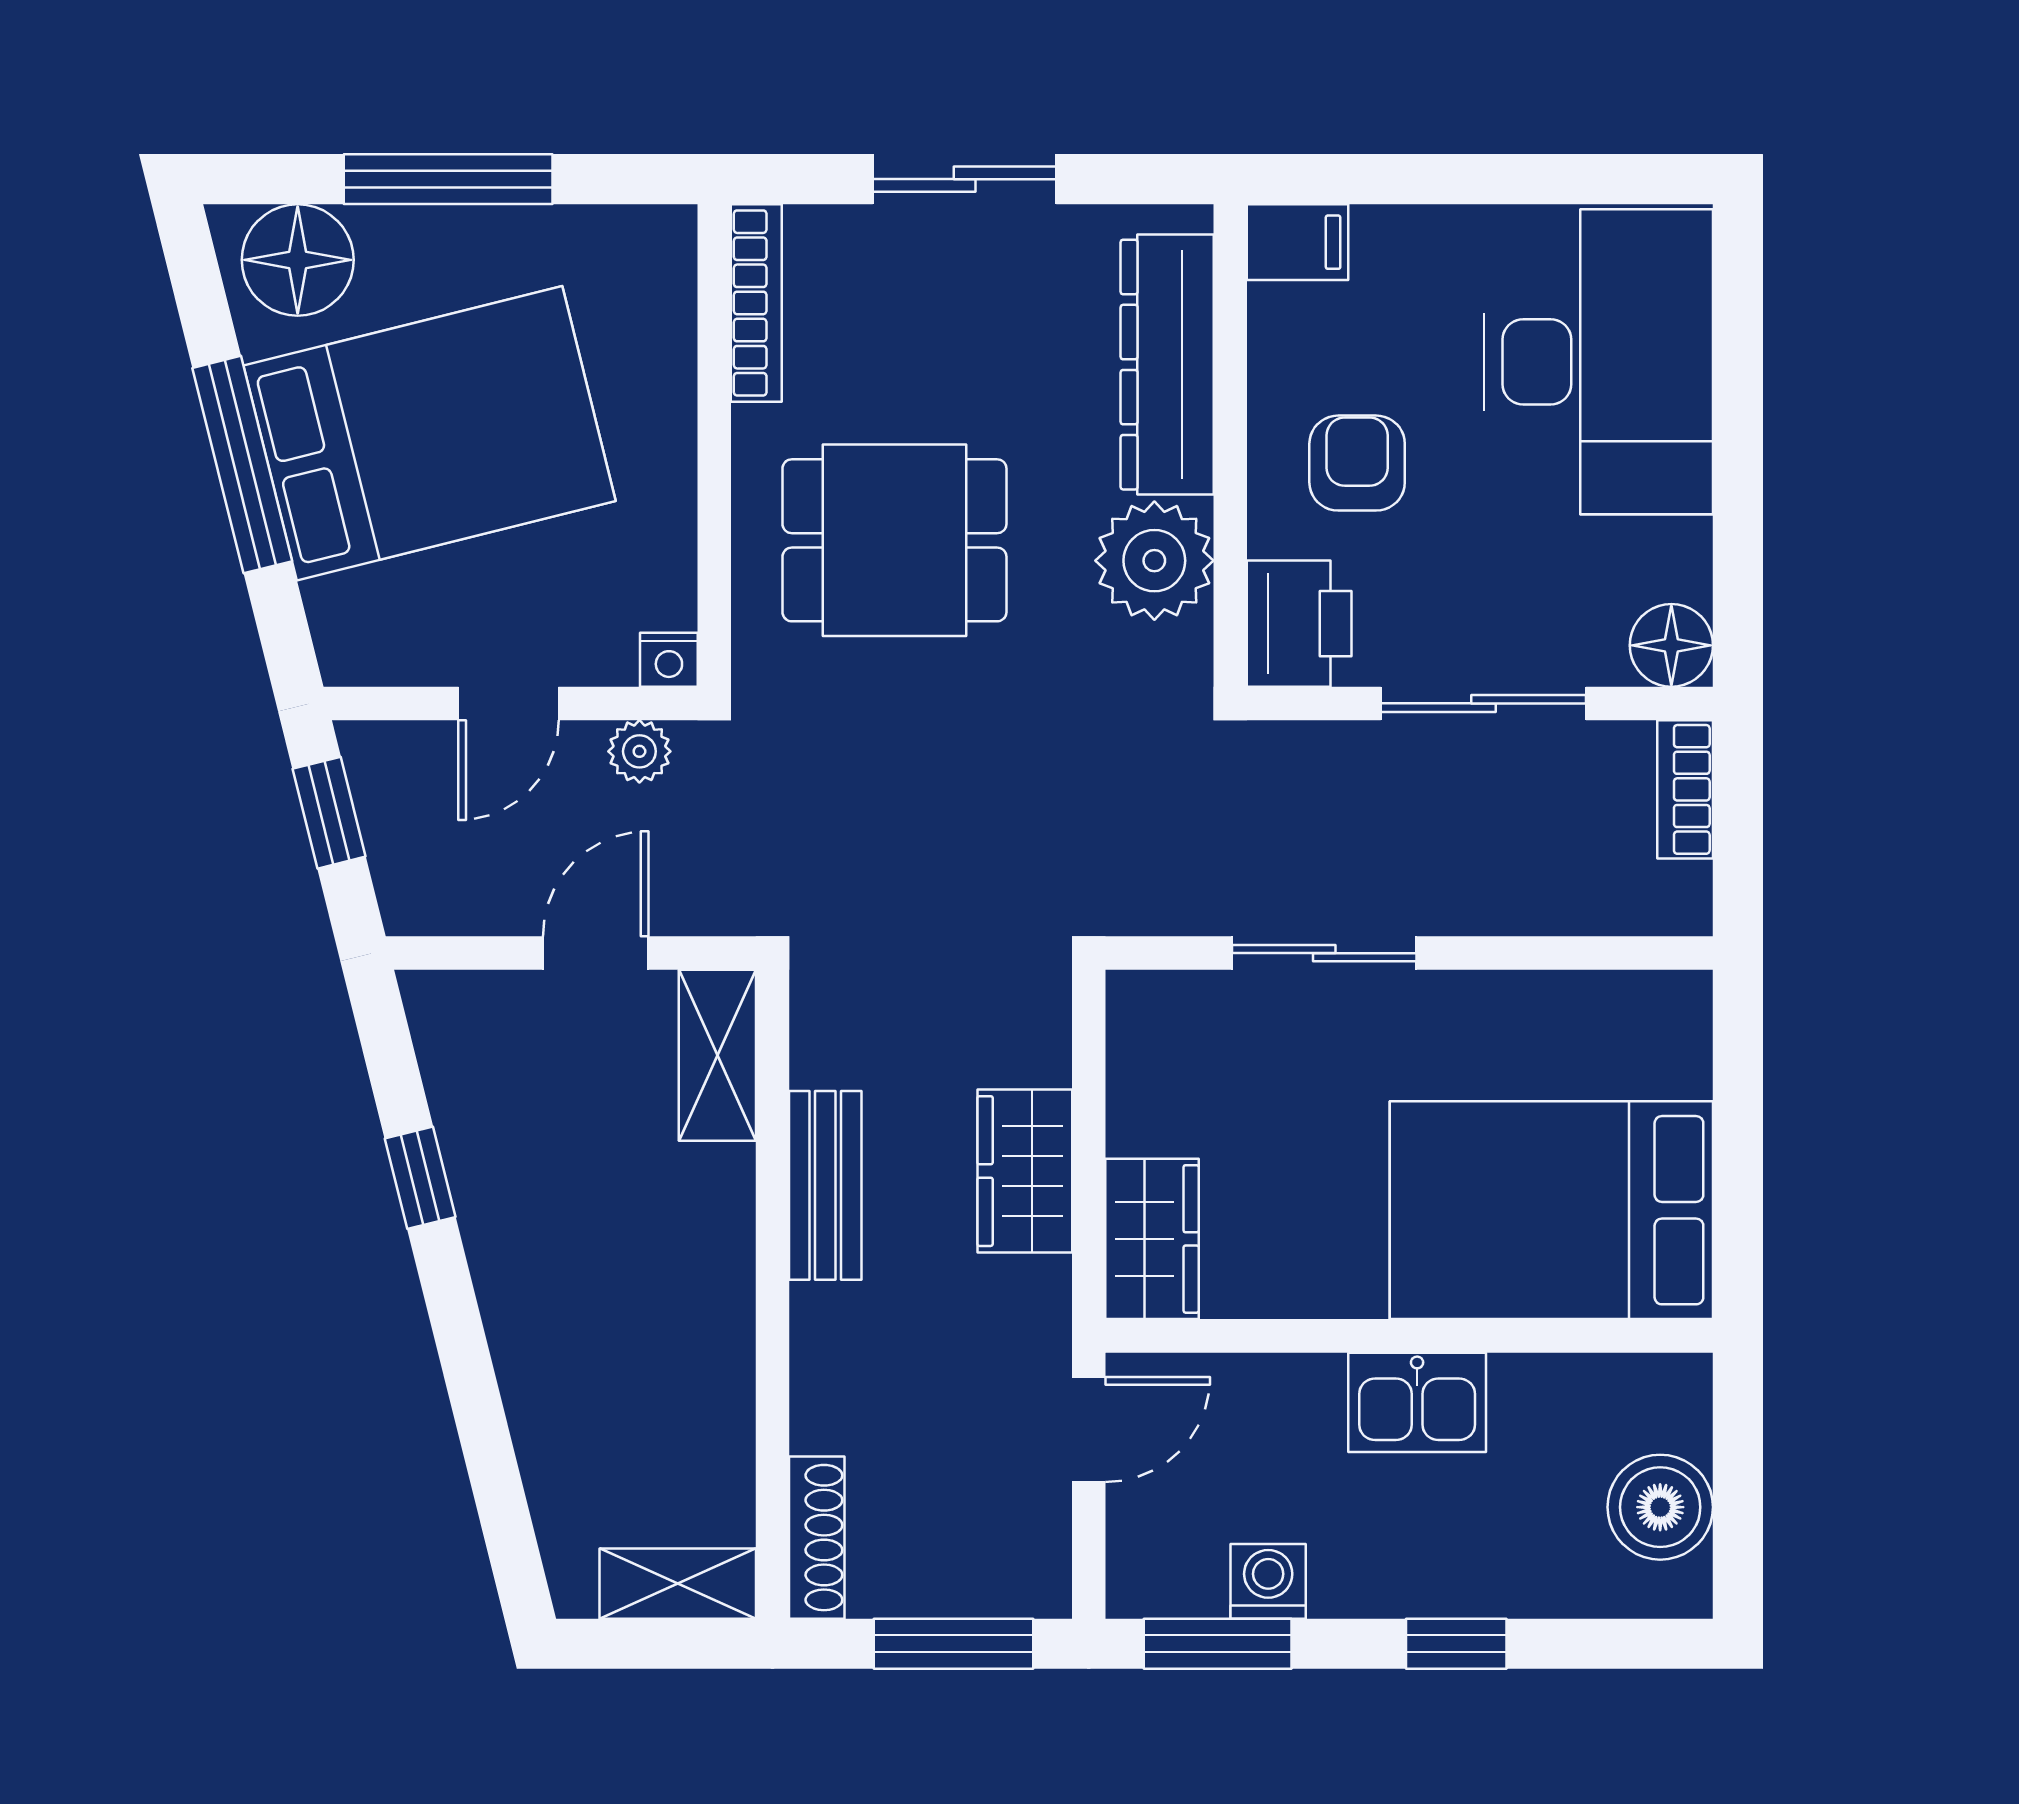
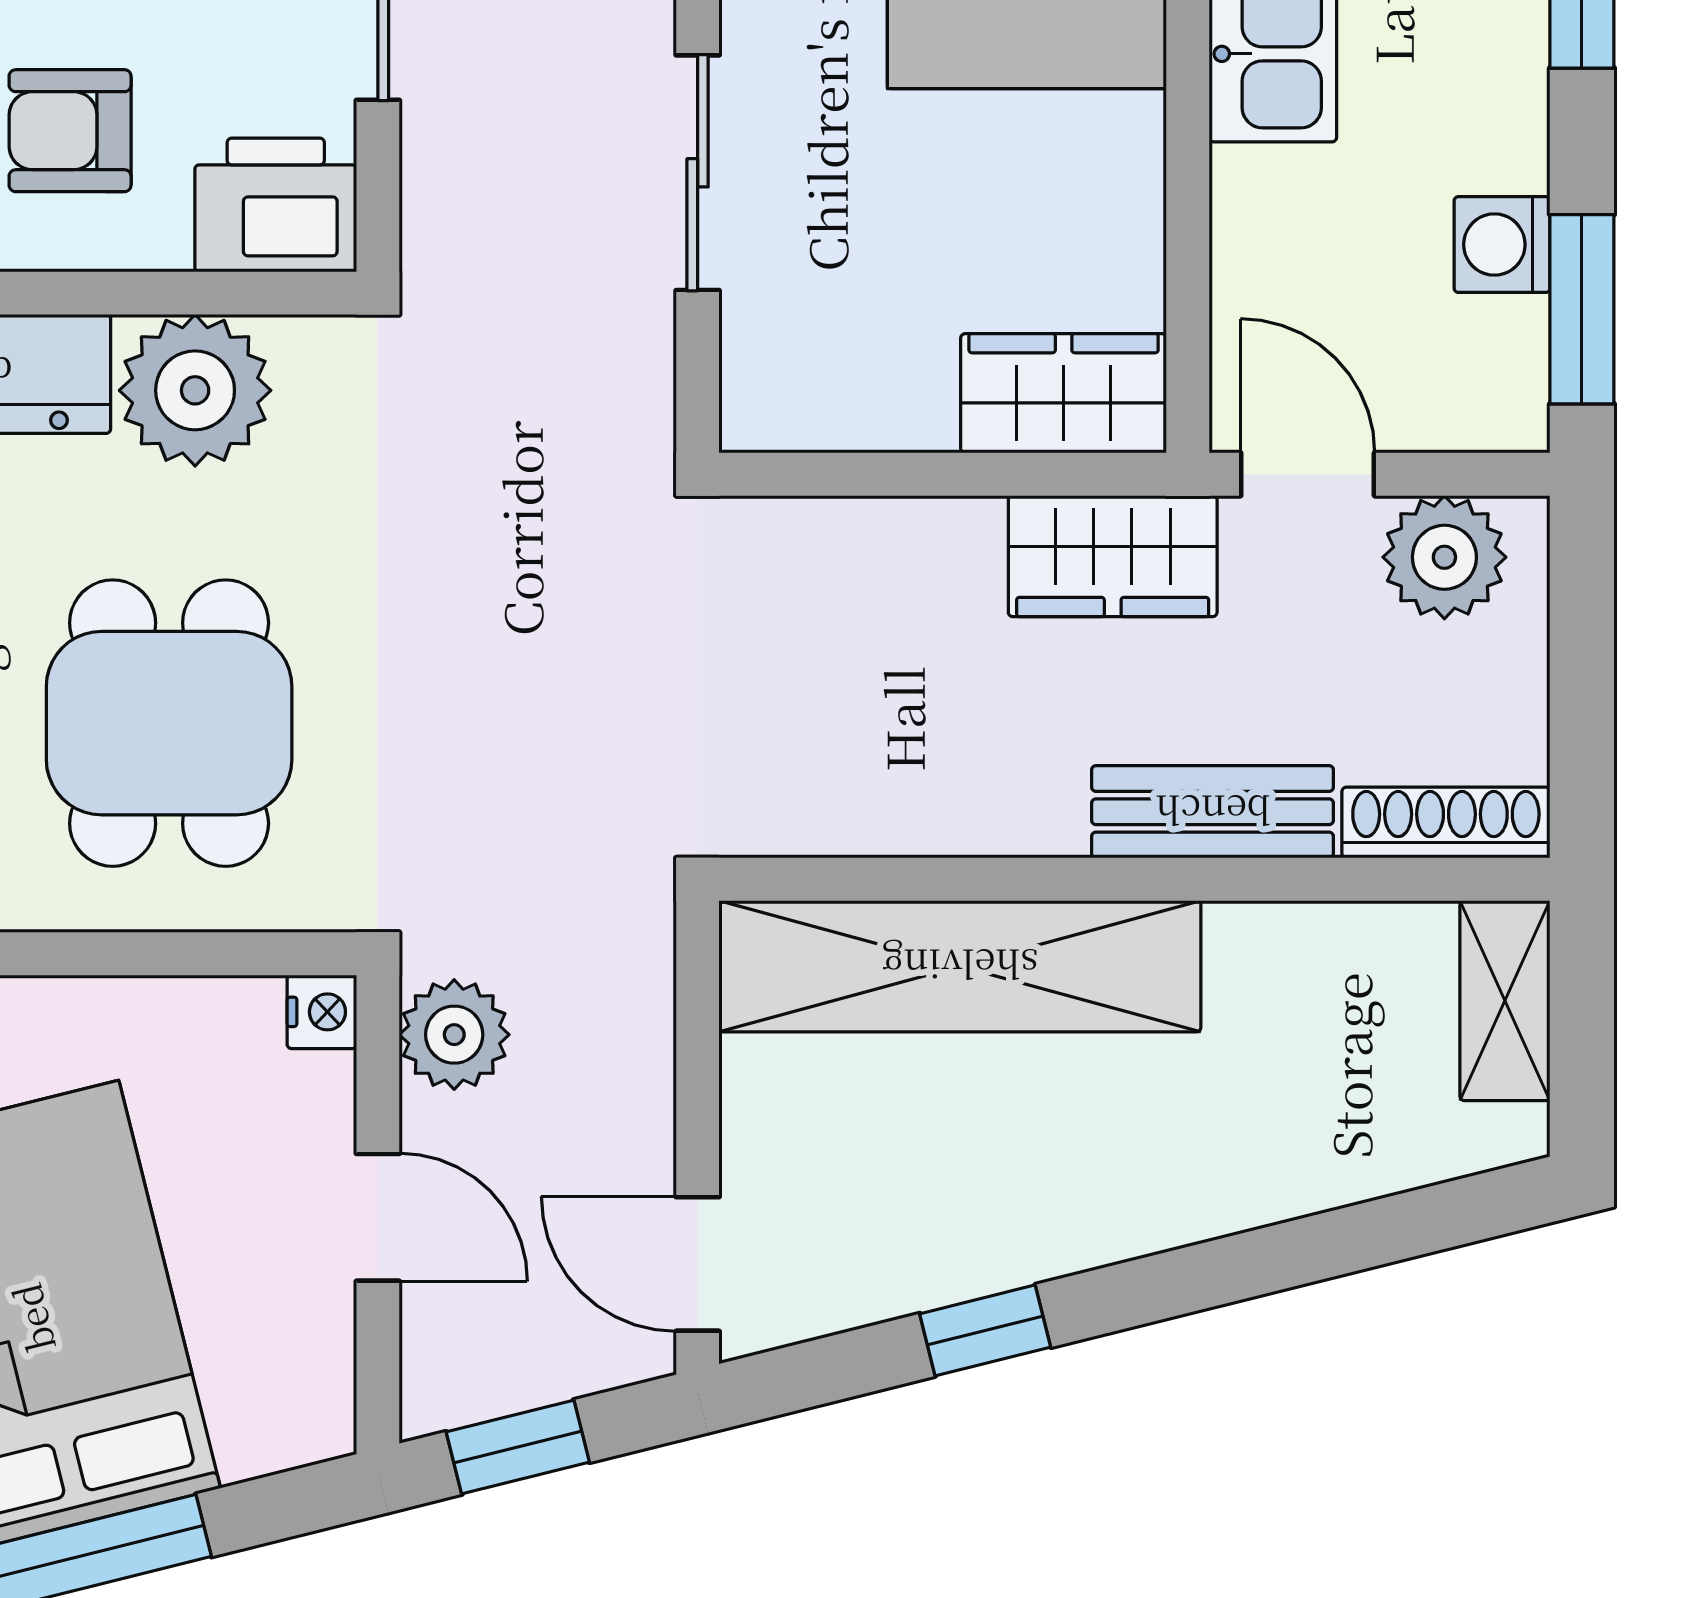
plant: (639, 751) -> (454, 1035), width x1.38, depth x1.38
door: (596, 953) -> (698, 1264), moved
shelving: (717, 1055) -> (960, 966), width x2.20, depth x1.33
wardrobe: (1025, 1171) -> (1113, 556), moved
bench: (825, 1185) -> (1213, 812), moved
plant: (1024, 1536) -> (1444, 557), added
window: (954, 1644) -> (1582, 647), removed

